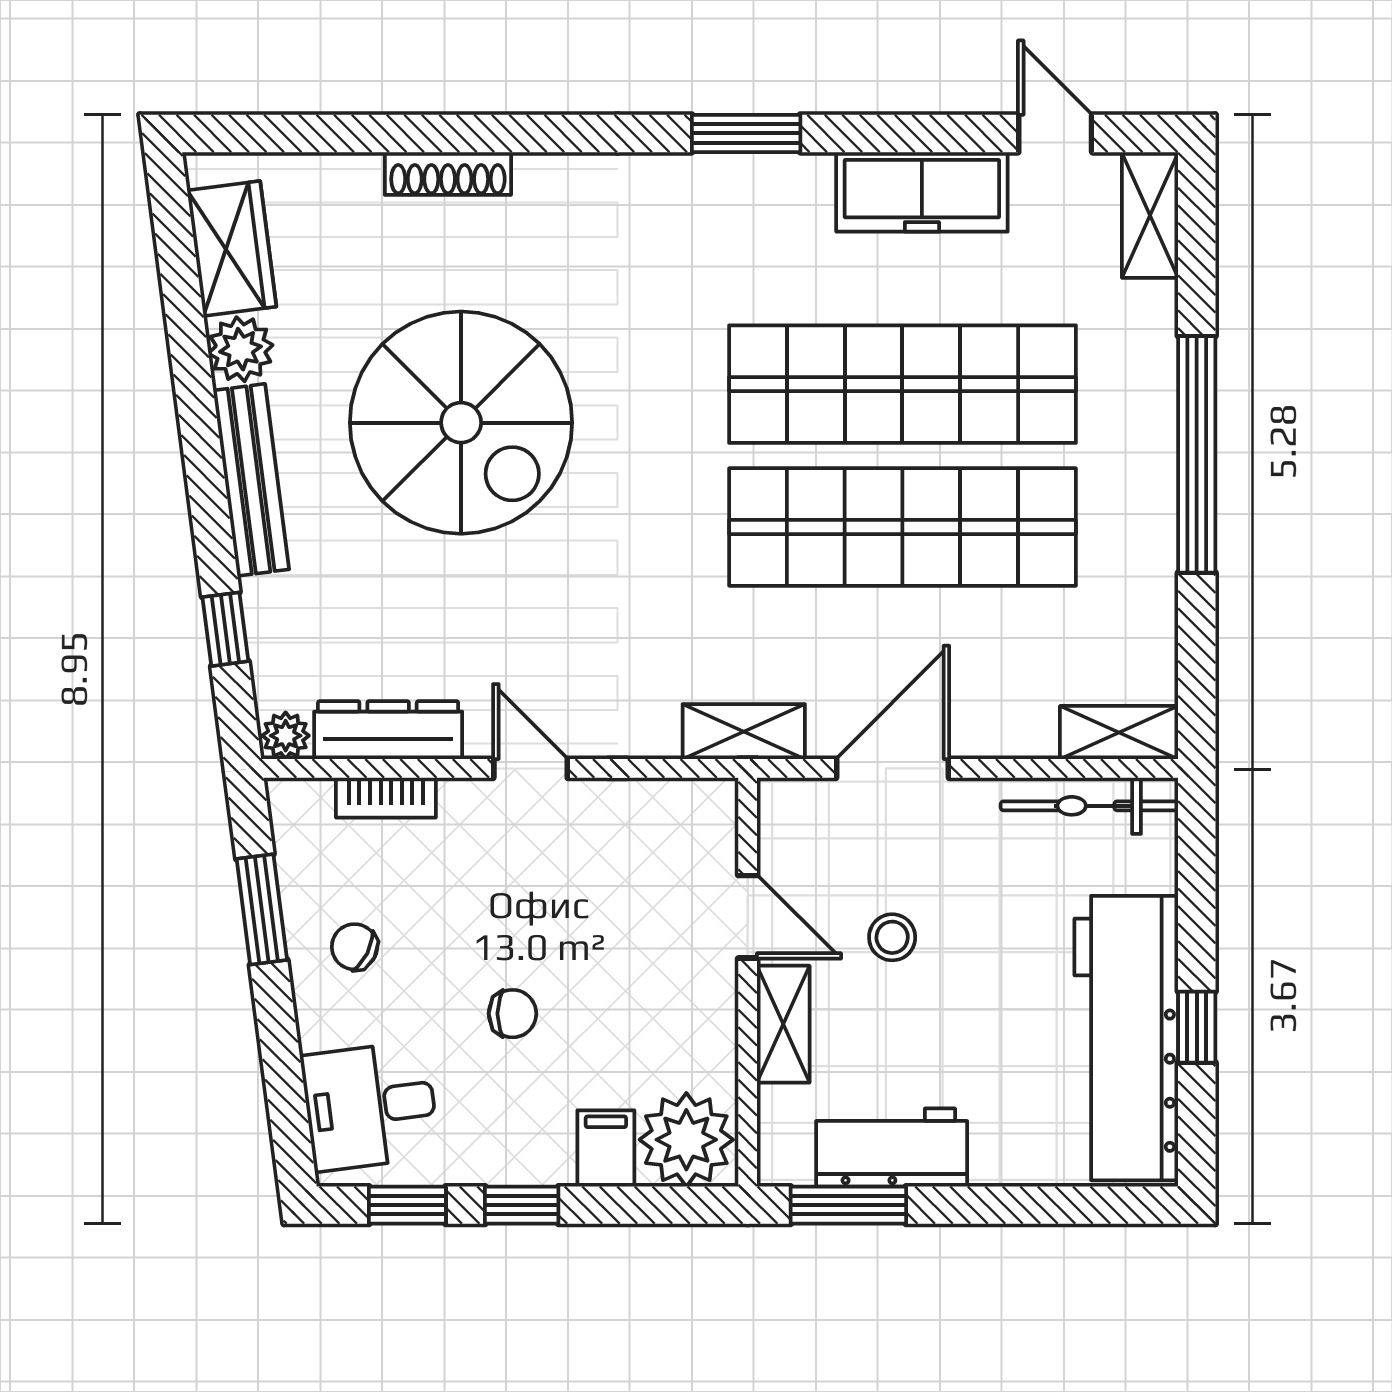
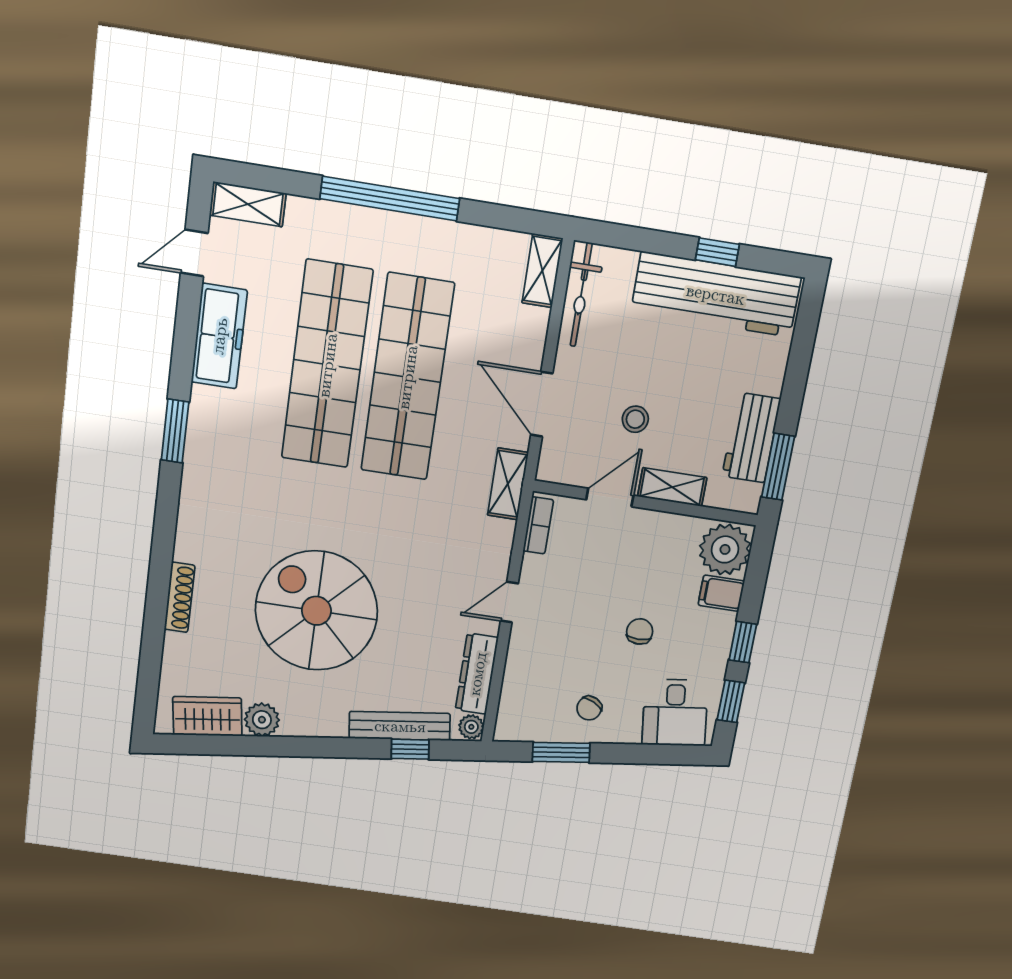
spiral stairs: (461, 423) -> (316, 611), turned -90
bench: (251, 480) -> (400, 726), moved
bookcase: (386, 798) -> (538, 525), moved

